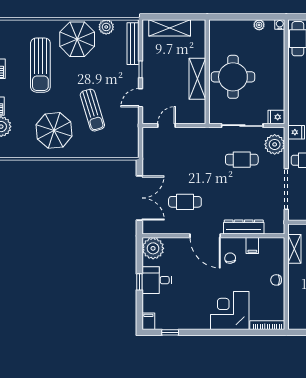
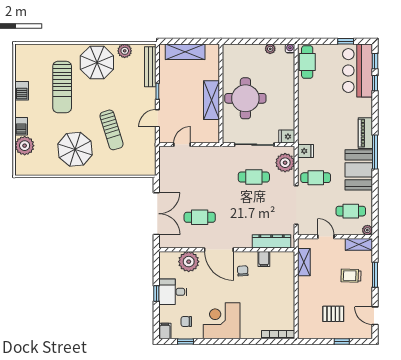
dresser: (244, 227) -> (272, 241), moved
plant: (153, 248) -> (189, 262), moved
chair: (276, 280) -> (186, 322), moved
corner desk: (230, 310) -> (222, 321), moved

